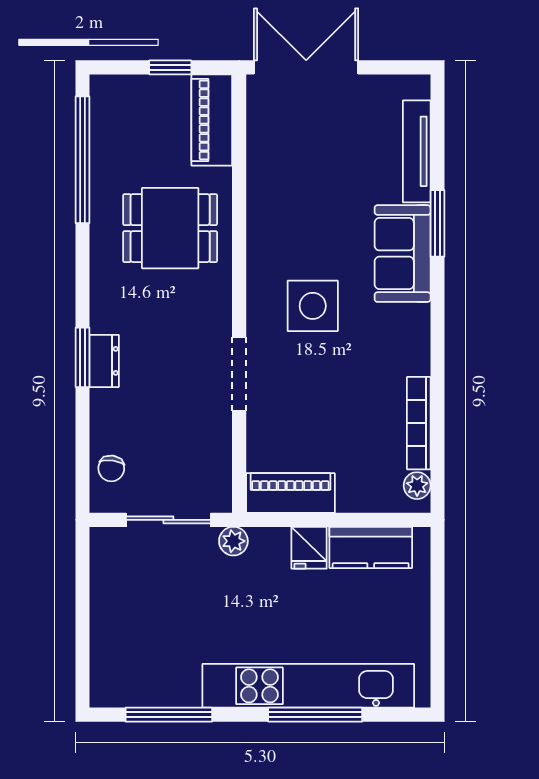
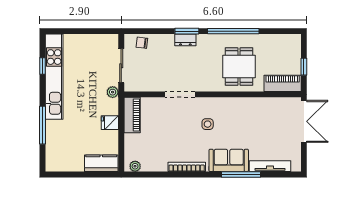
window: (83, 160) -> (233, 31), moved
window: (438, 223) -> (241, 174), width x1.44
side table: (313, 306) -> (208, 124), width x0.54, depth x0.54
bookcase: (419, 423) -> (187, 167), moved
kitchen counter: (371, 547) -> (101, 163), moved, turned 90
kitchen unit: (308, 686) -> (54, 77), moved
window: (169, 715) -> (42, 66), width x0.46

